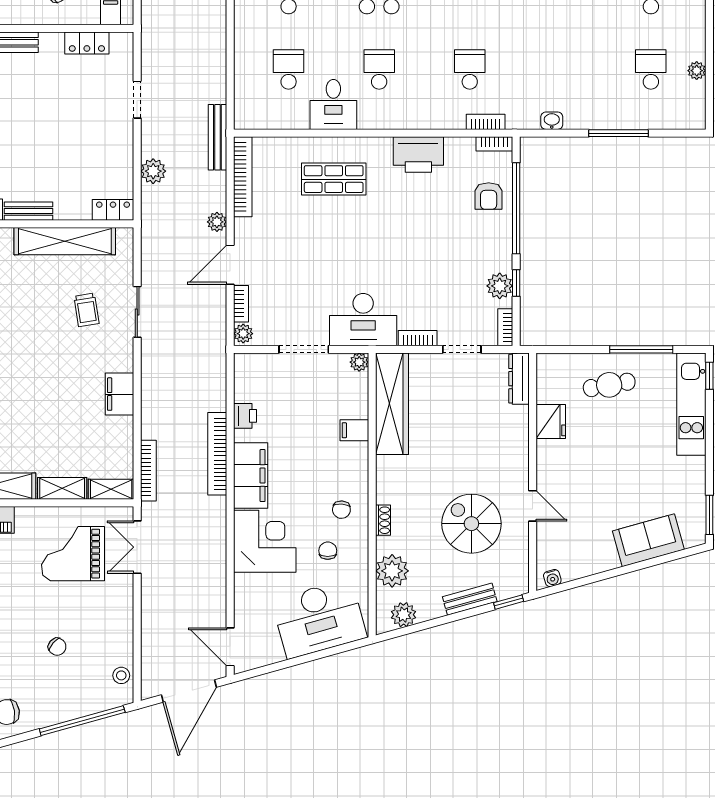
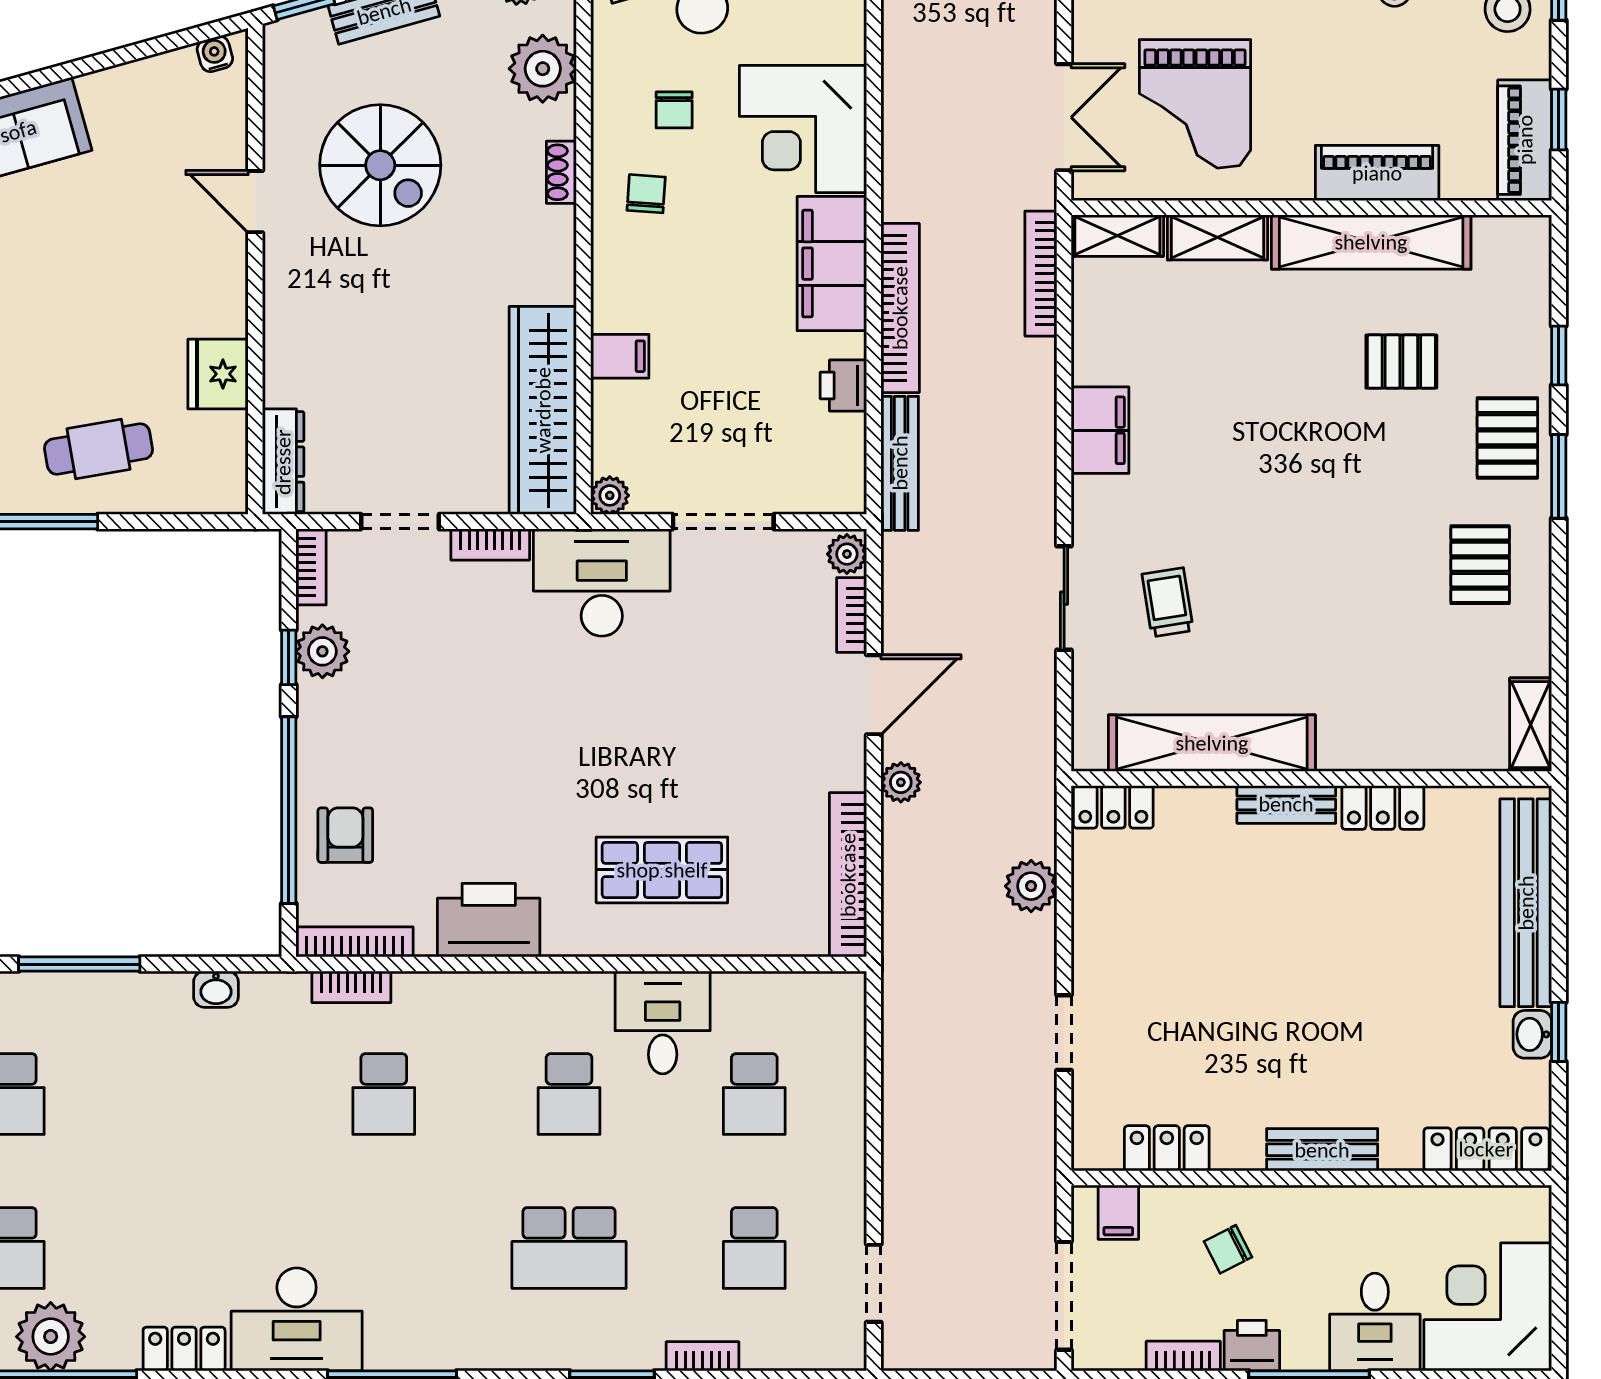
bench: (217, 137) -> (900, 463), moved
bookcase: (494, 144) -> (354, 942), width x1.56
grand piano: (73, 554) -> (1195, 104), turned 90

